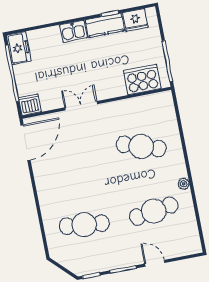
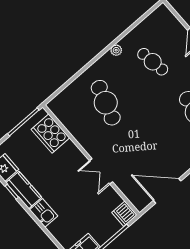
door: (26, 143) -> (167, 191), moved
cafe table: (154, 211) -> (153, 62), width x0.73, depth x0.74

